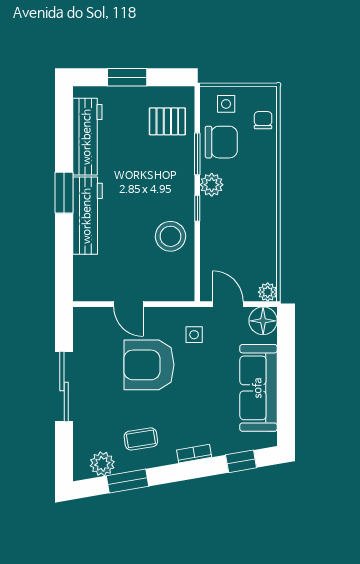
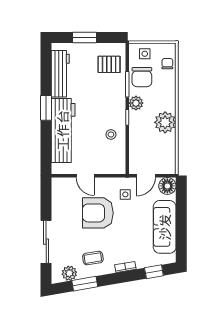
chair: (221, 142) -> (142, 77), turned 90
workbench: (87, 216) -> (63, 130), width x1.36, depth x1.32
stool: (171, 236) -> (111, 134), width x0.53, depth x0.53
plant: (268, 292) -> (165, 122), moved, width x1.87, depth x1.87
door: (228, 304) -> (146, 176), swing flipped
sliding door: (64, 387) -> (46, 242), moved

